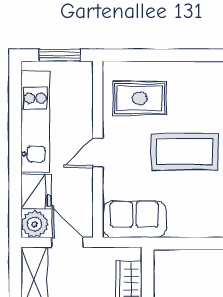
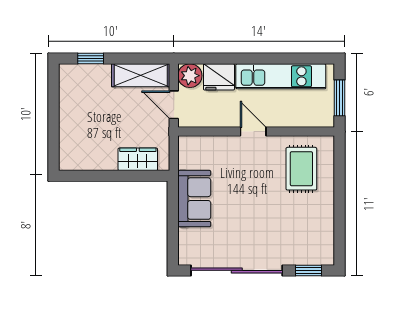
coffee table: (185, 152) -> (254, 209), removed
sofa: (134, 219) -> (194, 199), moved
door: (67, 242) -> (174, 105), swing flipped

